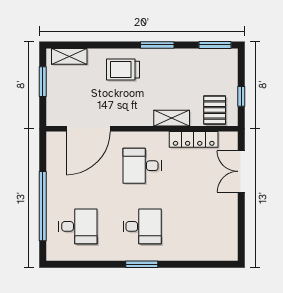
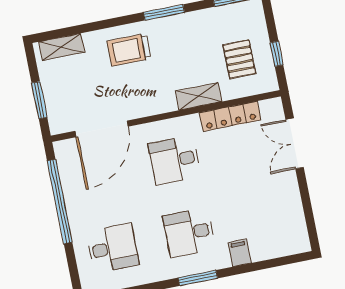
window: (43, 82) -> (39, 100), moved
pallet: (215, 110) -> (239, 59), moved
window: (43, 206) -> (60, 201), moved
desk: (142, 226) -> (189, 233), turned 180
filing cabinet: (179, 251) -> (240, 253), added

